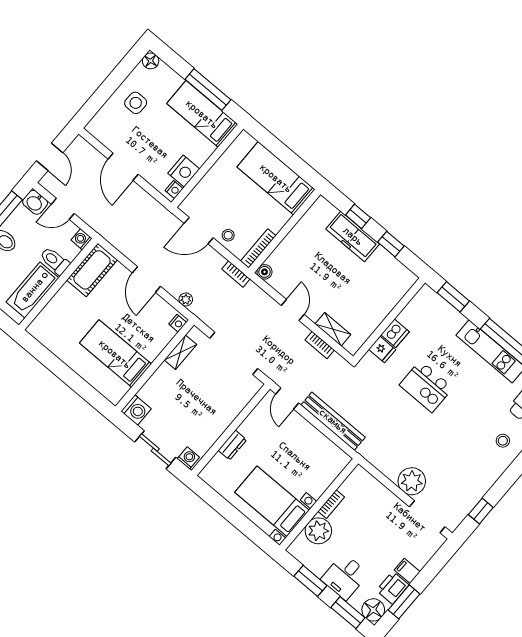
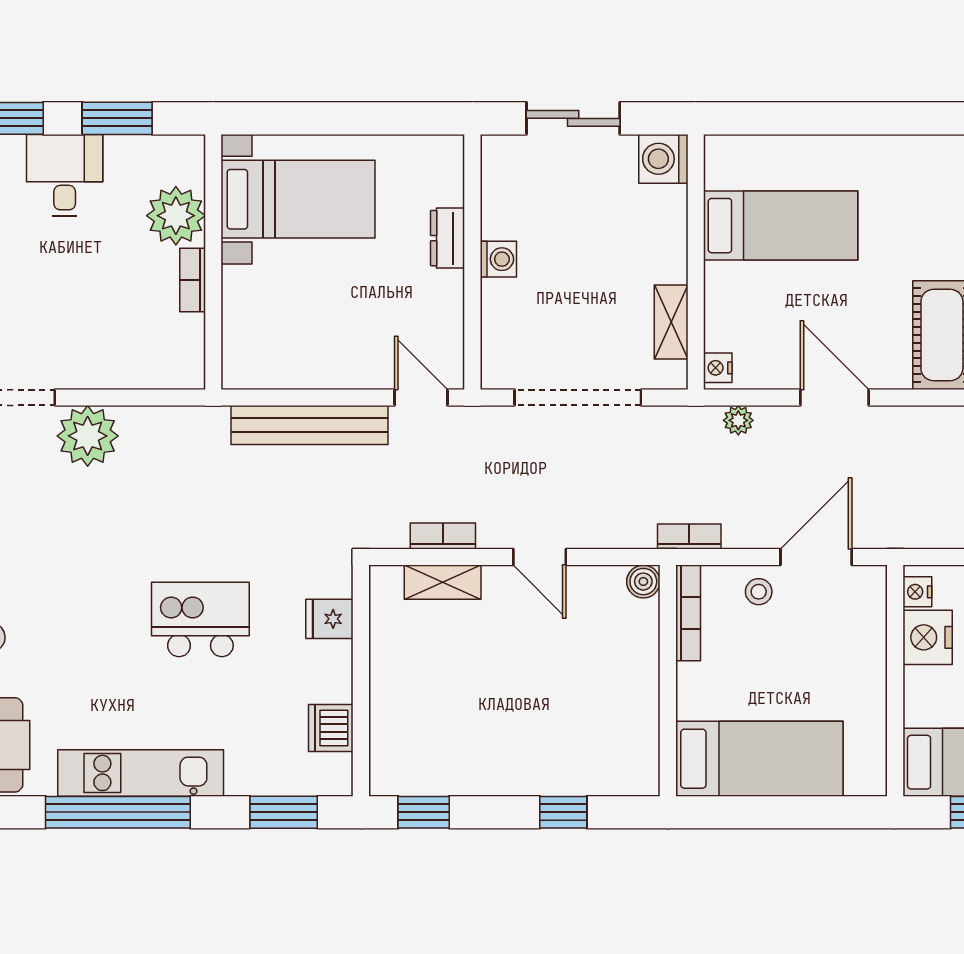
freezer: (353, 236) -> (544, 770), removed
window: (391, 244) -> (424, 812), moved
dishwasher: (395, 333) -> (331, 728), moved
washing machine: (188, 458) -> (498, 259), moved, turned -90

